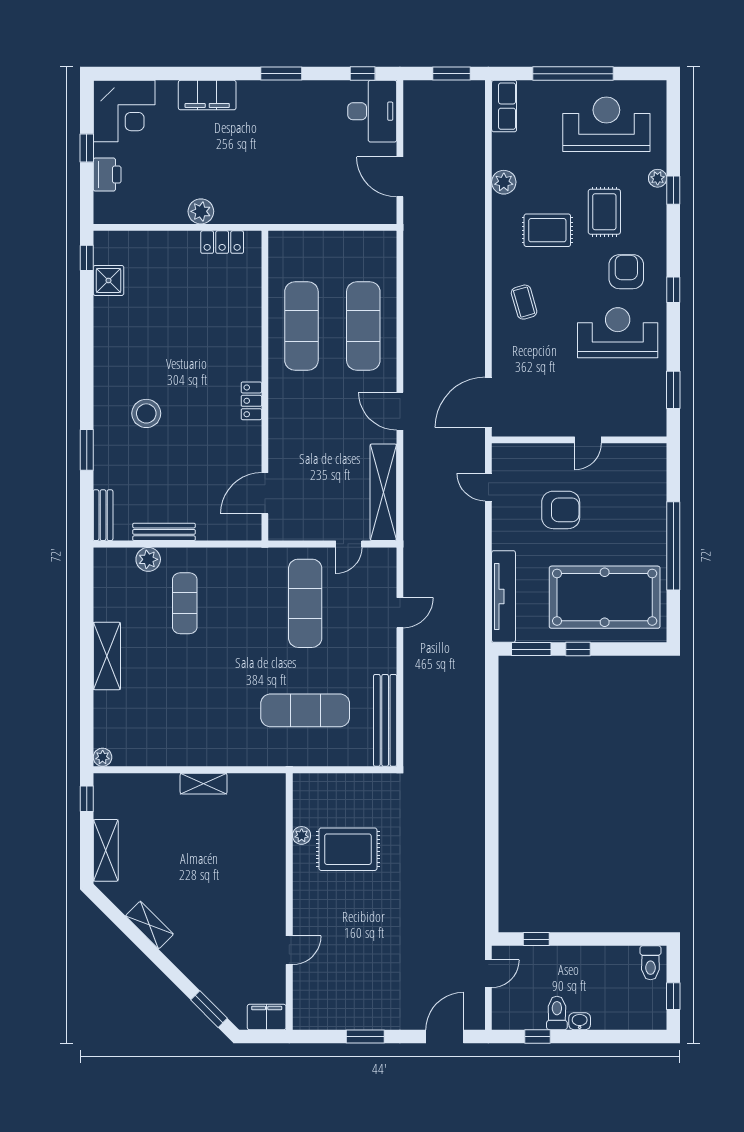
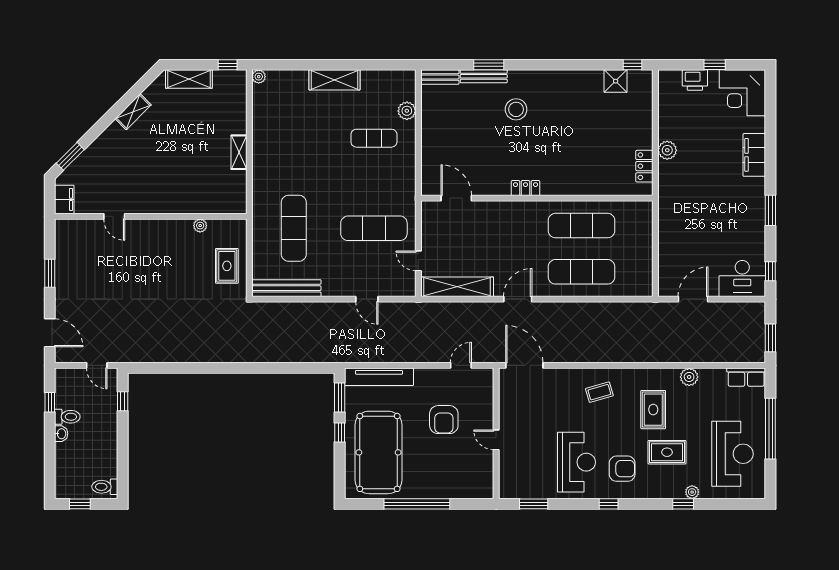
bench: (164, 532) -> (484, 76), moved, turned 90
rug: (348, 849) -> (227, 266), moved, width x0.73, depth x0.70

